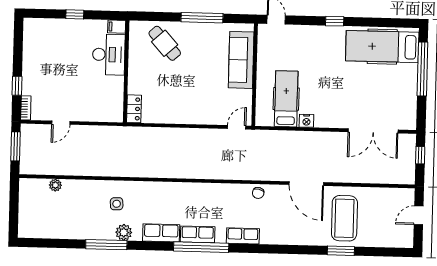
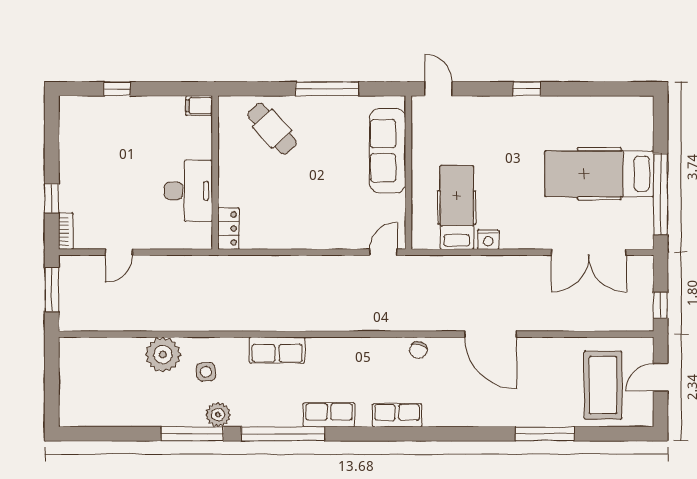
window: (75, 14) -> (117, 89), moved
hospital bed: (382, 47) -> (599, 174), moved
desk: (109, 55) -> (188, 191), moved
window: (422, 69) -> (661, 194), moved
window: (420, 155) -> (661, 305), moved
plant: (55, 185) -> (163, 354), moved, width x1.88, depth x1.88
coffee table: (344, 218) -> (603, 385), moved
row of seats: (161, 233) -> (277, 350), moved, turned 180
window: (201, 247) -> (283, 434), moved
window: (341, 251) -> (545, 434), width x1.44

